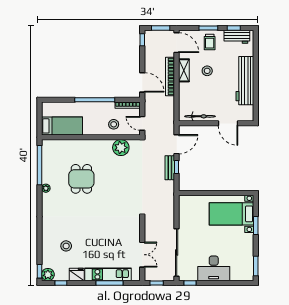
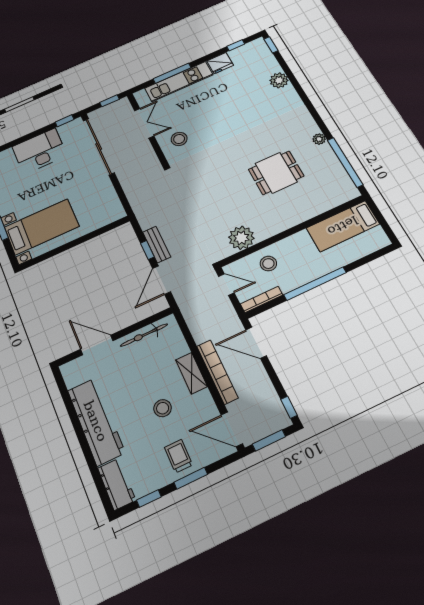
workbench: (237, 37) -> (117, 484), moved, turned 90
shelving: (184, 70) -> (191, 373), moved
dining table: (81, 179) -> (276, 173), turned 90
stool: (66, 246) -> (179, 139), moved
double door: (142, 255) -> (144, 123), swing flipped
plant: (48, 275) -> (279, 80), moved

